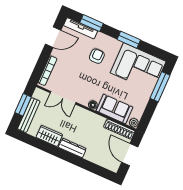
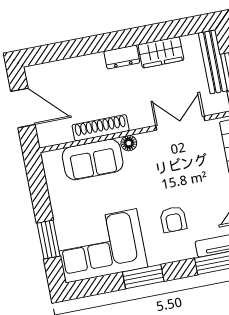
window: (160, 87) -> (48, 240), width x0.69
plant: (134, 123) -> (50, 159), removed
shoe rack: (119, 129) -> (101, 128), moved
dresser: (72, 148) -> (122, 57), width x0.70

